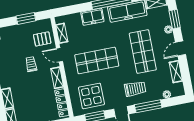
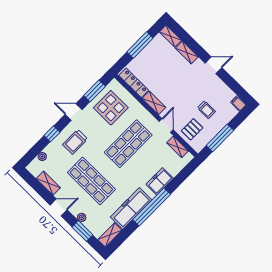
window: (26, 18) -> (220, 138), width x1.44
door: (180, 48) -> (59, 207), hinge flipped
door: (60, 55) -> (166, 125), hinge flipped
trolley: (31, 64) -> (206, 110), moved
window: (148, 106) -> (52, 134), width x0.46

